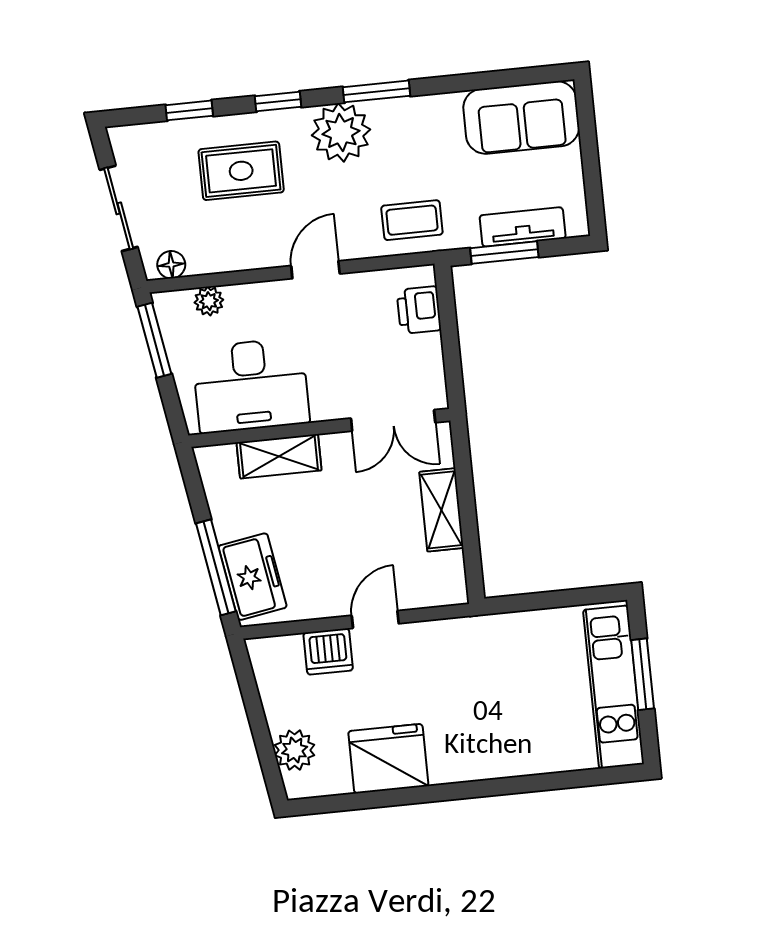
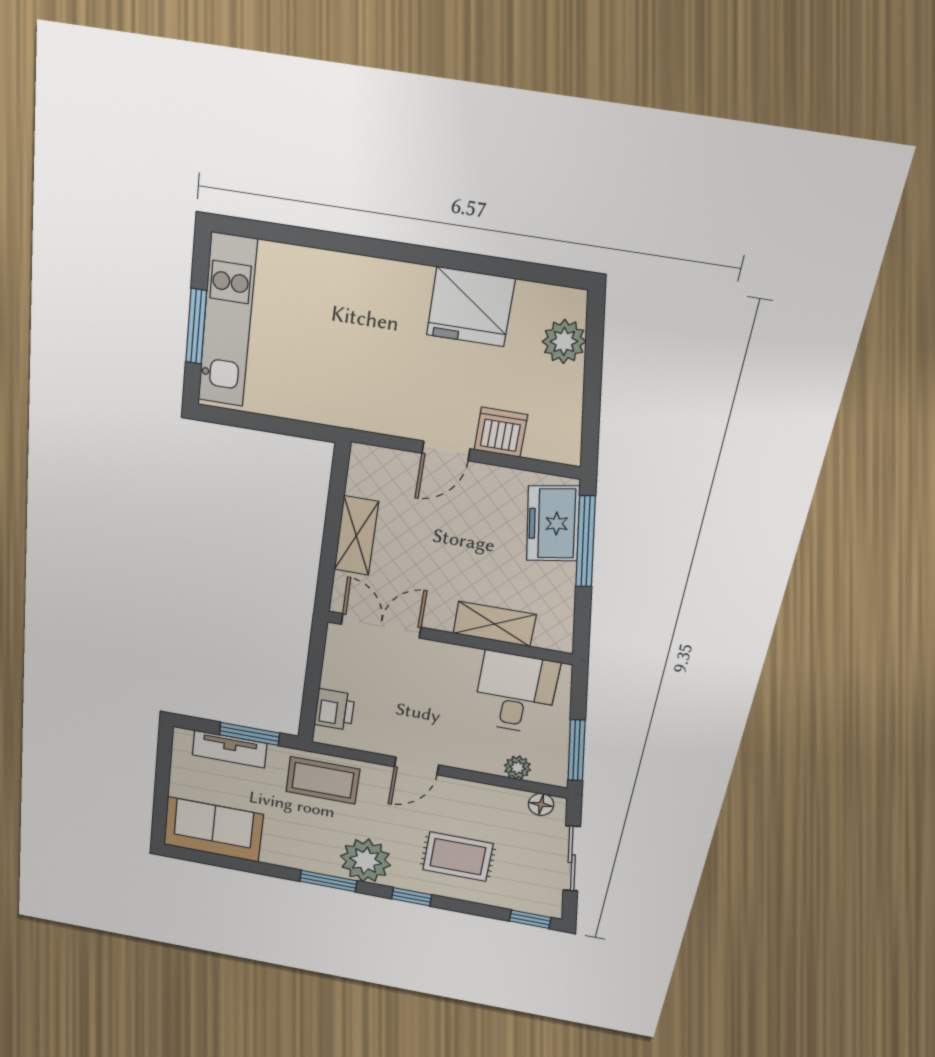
window: (189, 110) -> (530, 919), moved
coffee table: (412, 220) -> (323, 780), width x1.36, depth x1.30
desk: (251, 385) -> (516, 693), width x0.73

